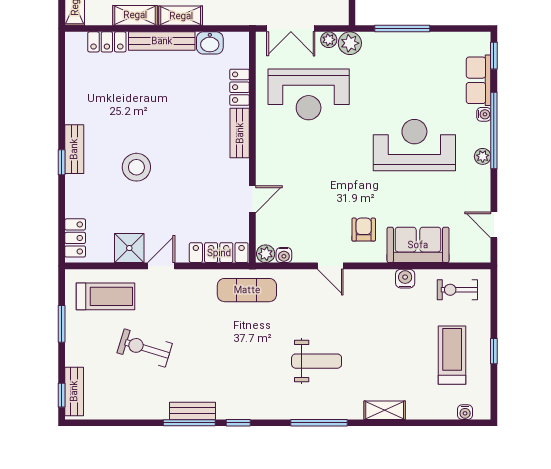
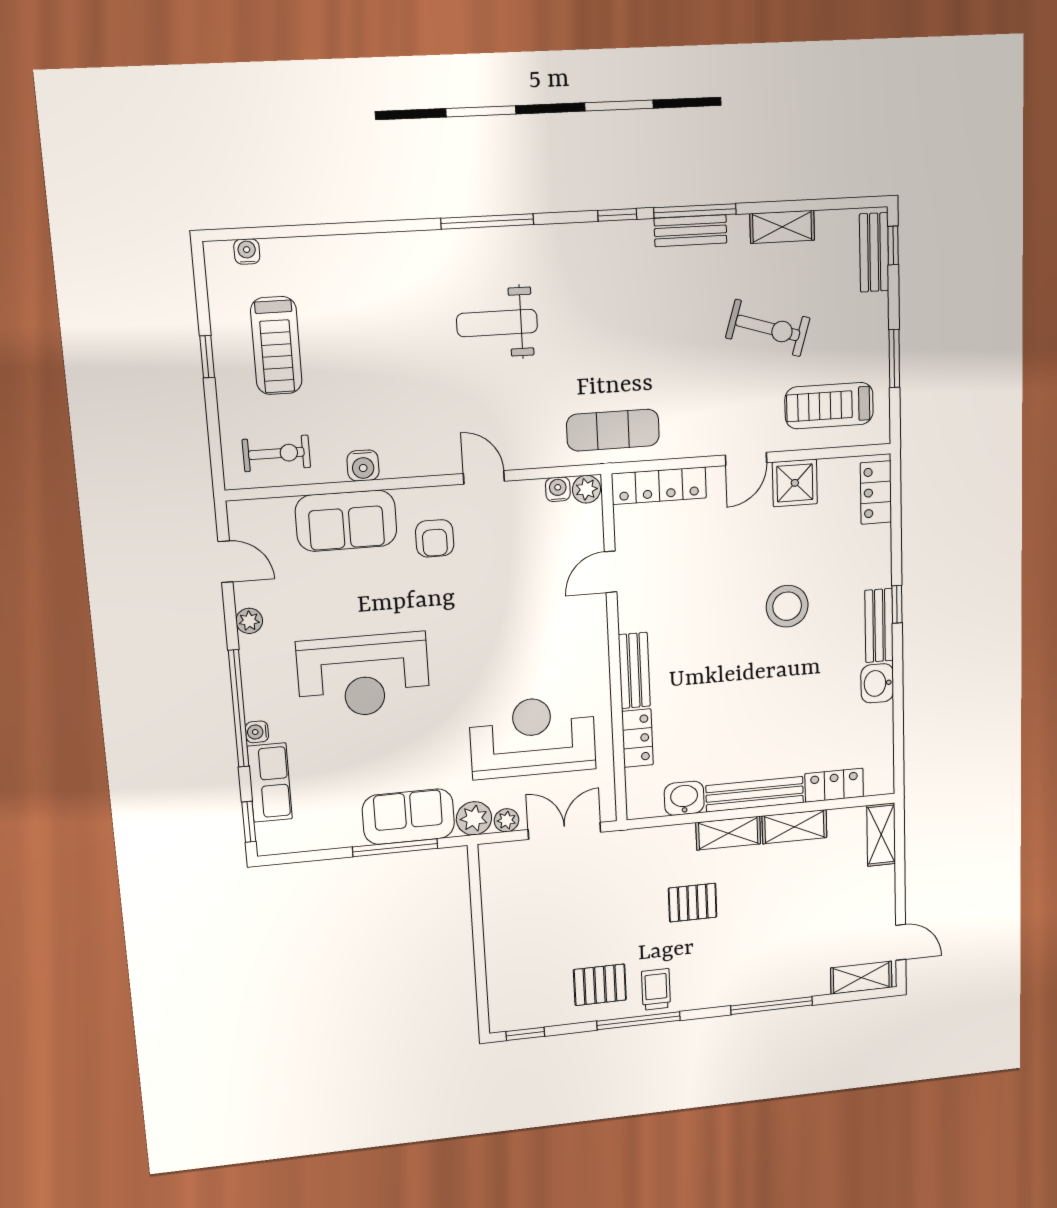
sofa: (392, 49) -> (408, 817), added
washbasin: (76, 110) -> (877, 683), added
plant: (483, 156) -> (249, 621), moved
shelving: (385, 410) -> (782, 227), moved

